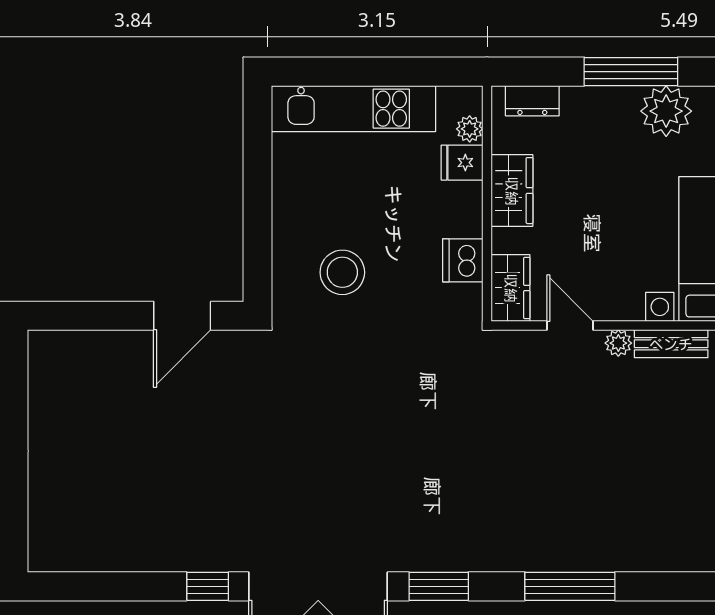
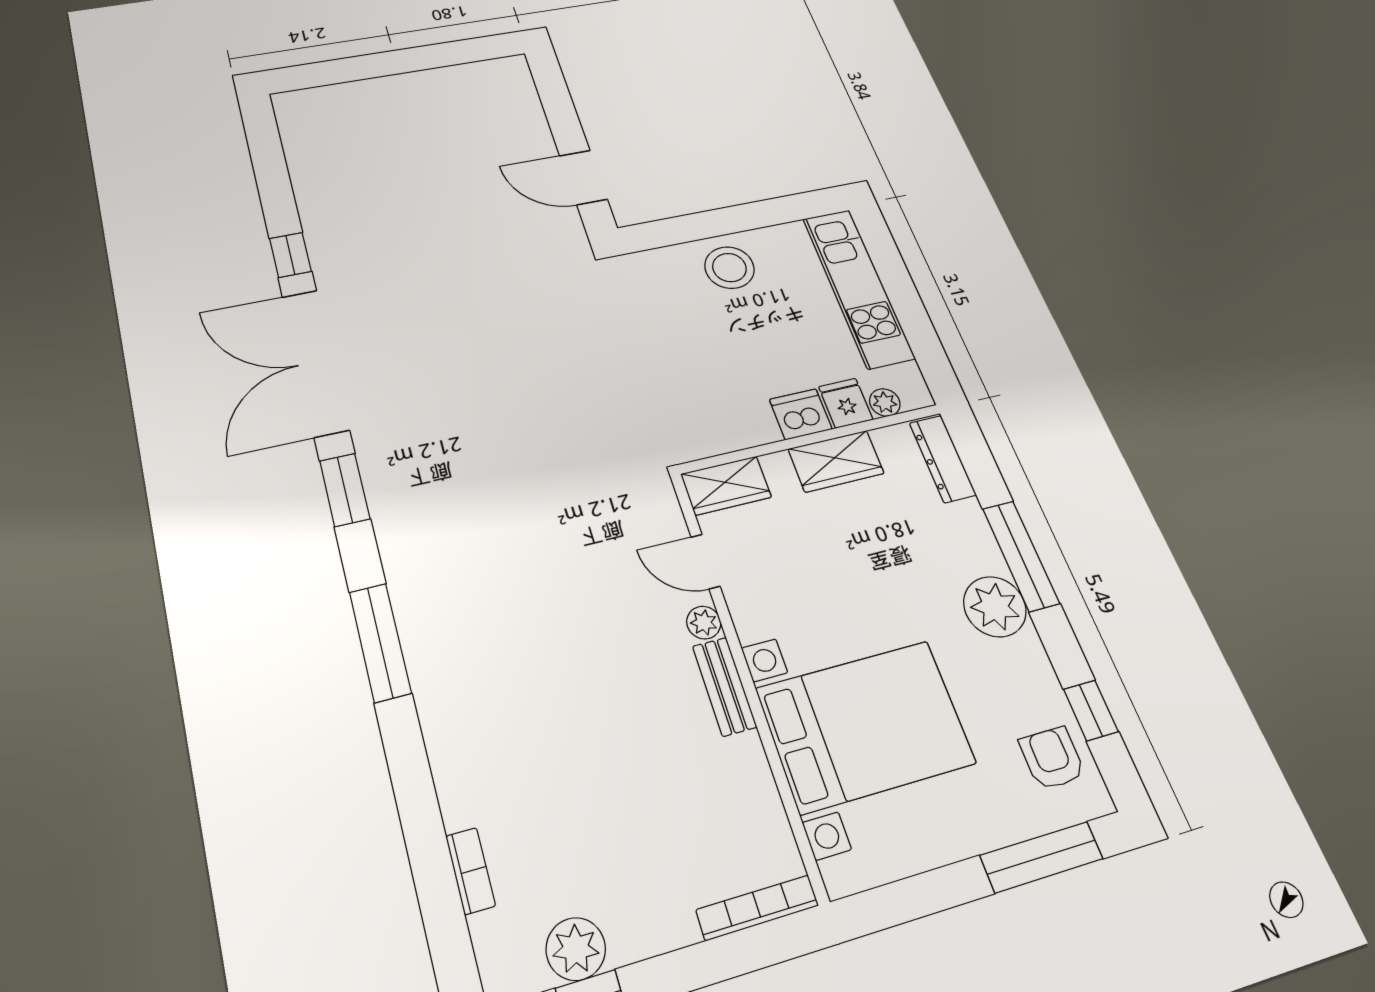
dresser: (532, 101) -> (943, 459), width x1.44
dishwasher: (463, 260) -> (801, 414), moved
stool: (342, 272) -> (729, 268), moved
door: (570, 325) -> (706, 562), swing flipped

